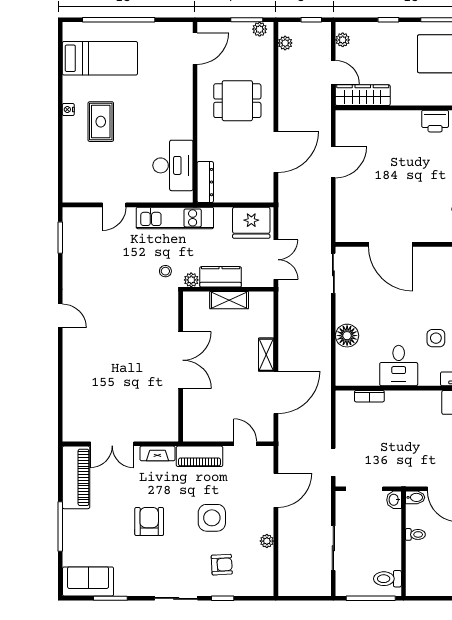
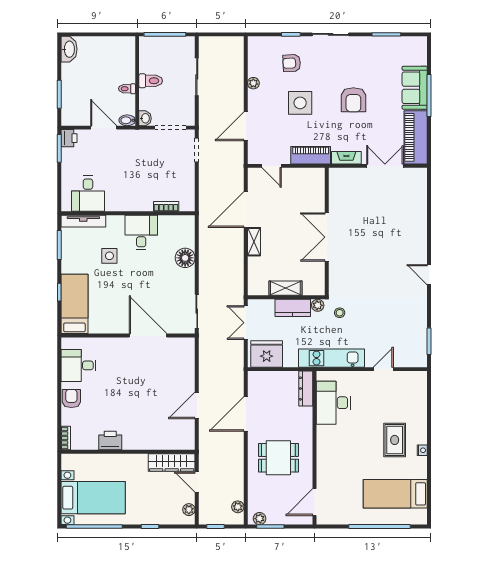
toilet: (387, 579) -> (151, 81), moved
sofa: (88, 581) -> (415, 88), moved, turned 90

